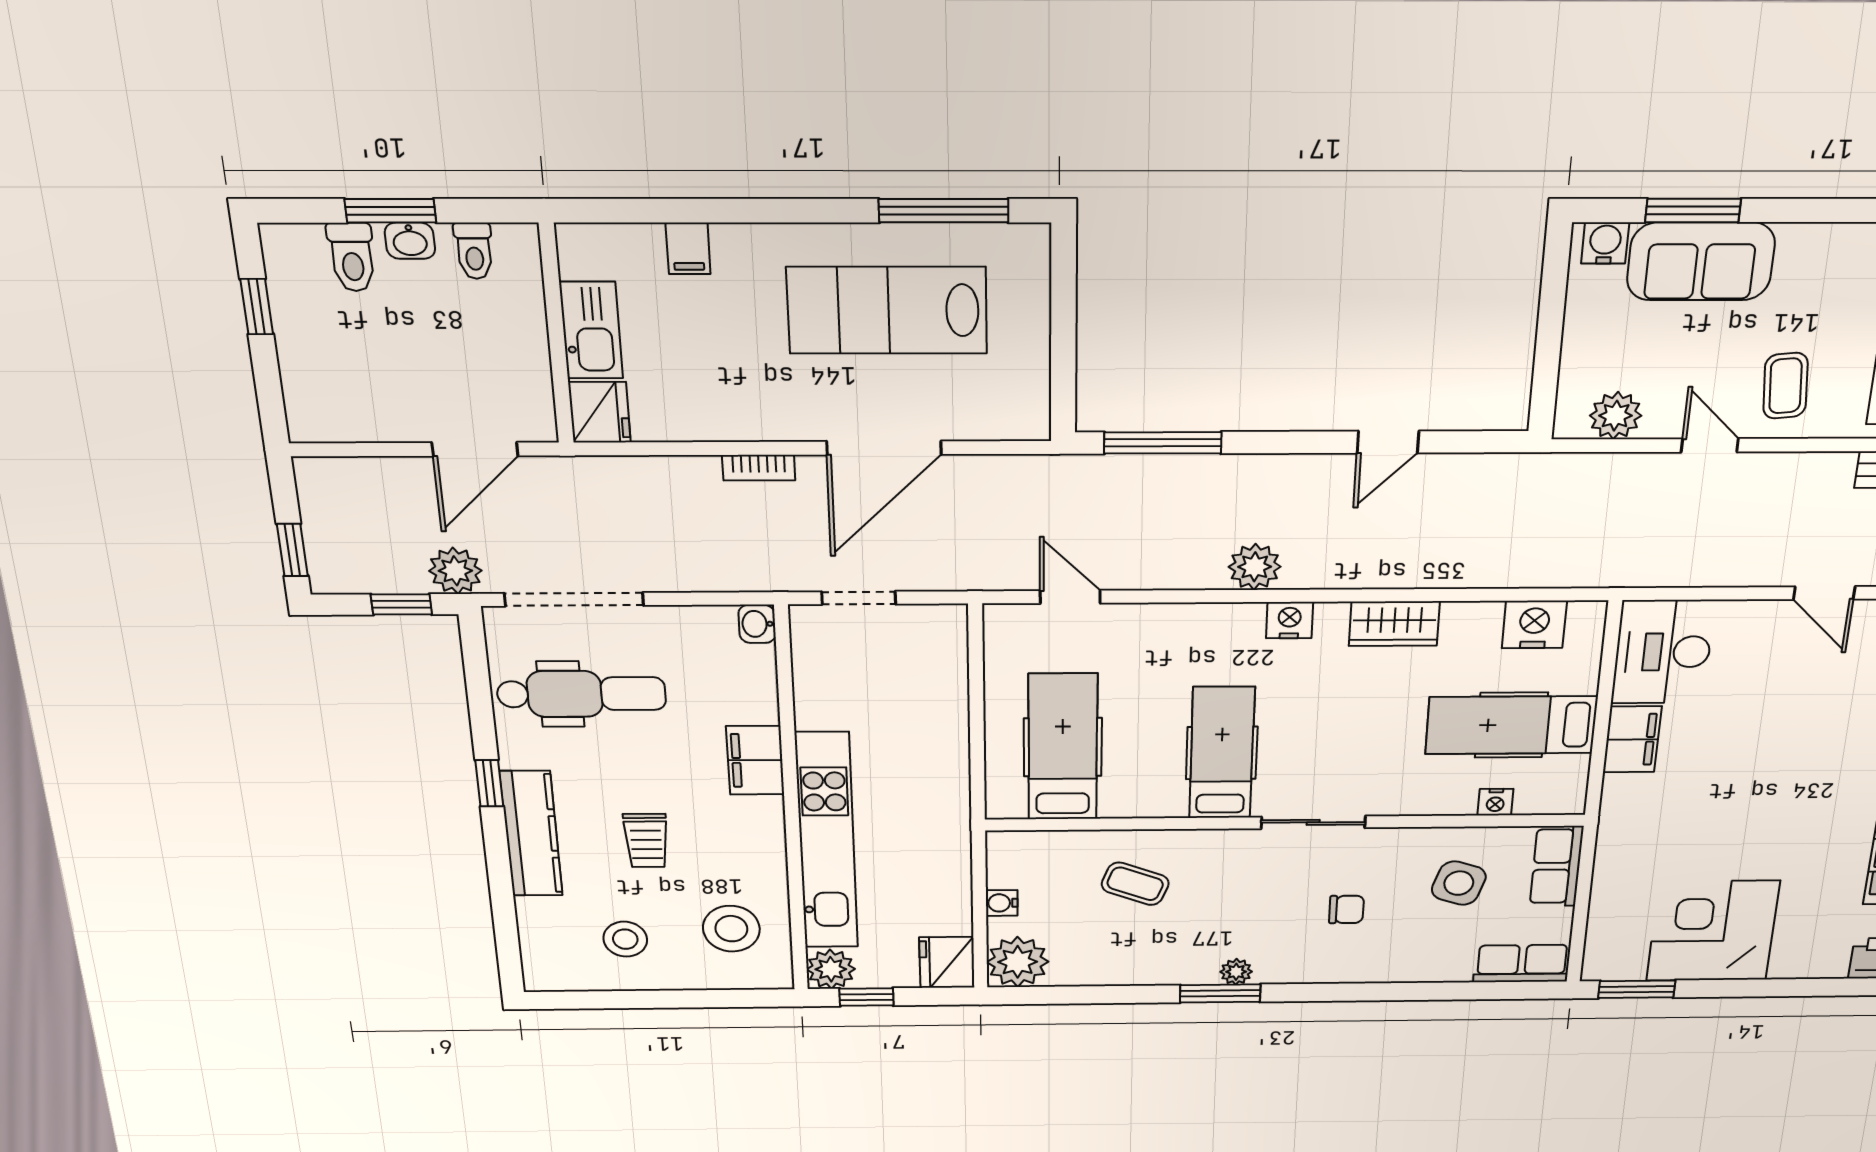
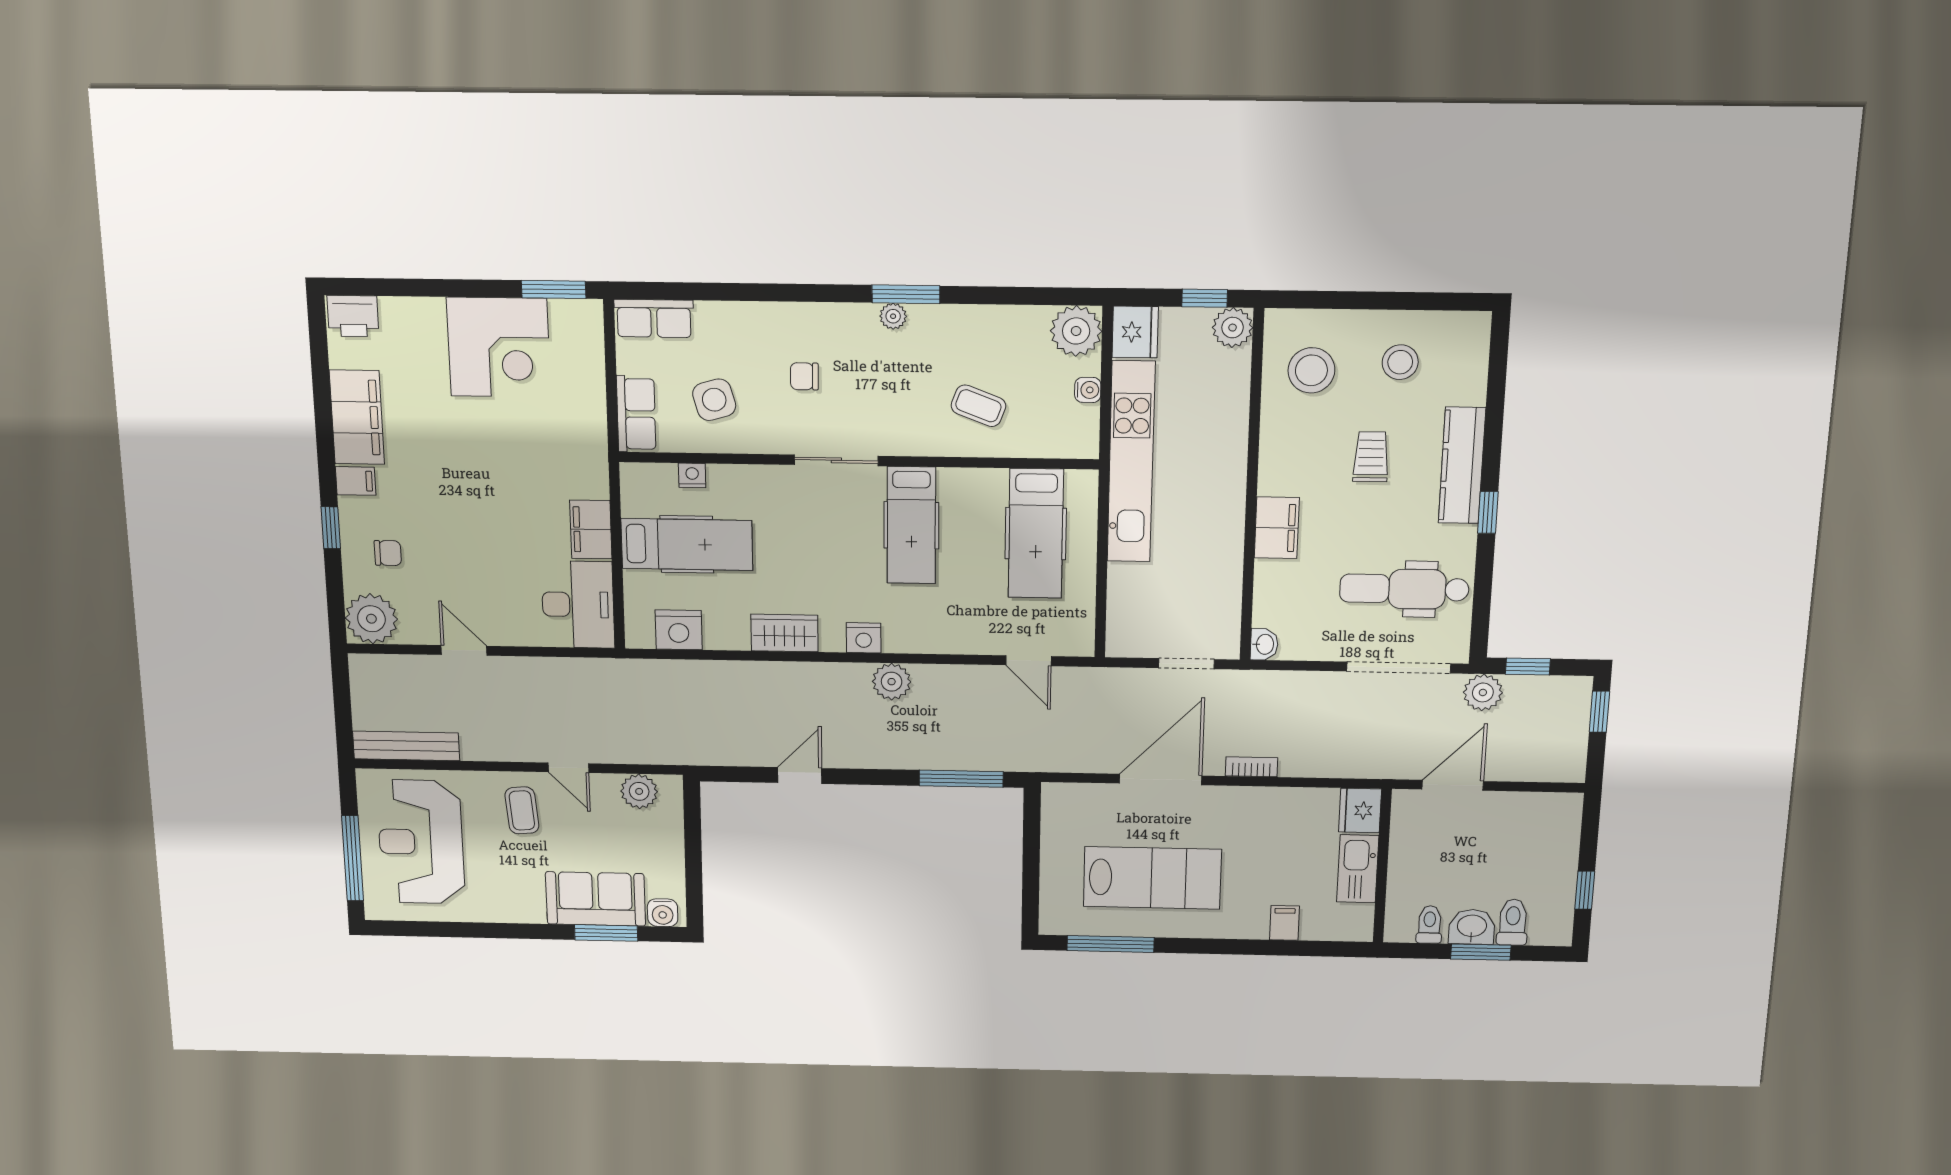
washbasin: (410, 241) -> (1472, 927), width x1.38, depth x1.45
kitchen unit: (827, 841) -> (1131, 462), moved, turned 180
side table: (1459, 883) -> (714, 400), turned -34

